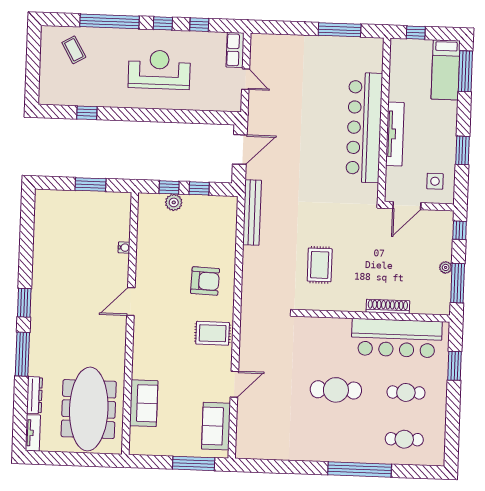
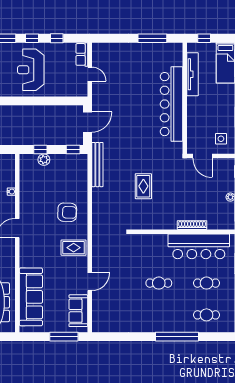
reception desk: (159, 70) -> (31, 70), turned -90
tv unit: (395, 134) -> (193, 74), moved
window: (199, 188) -> (73, 150), moved
door: (407, 206) -> (202, 156), hinge flipped
rug: (320, 265) -> (143, 186), moved
cafe table: (336, 390) -> (159, 283), width x0.73, depth x0.74
sofa: (144, 403) -> (31, 297), width x1.85, depth x1.27

